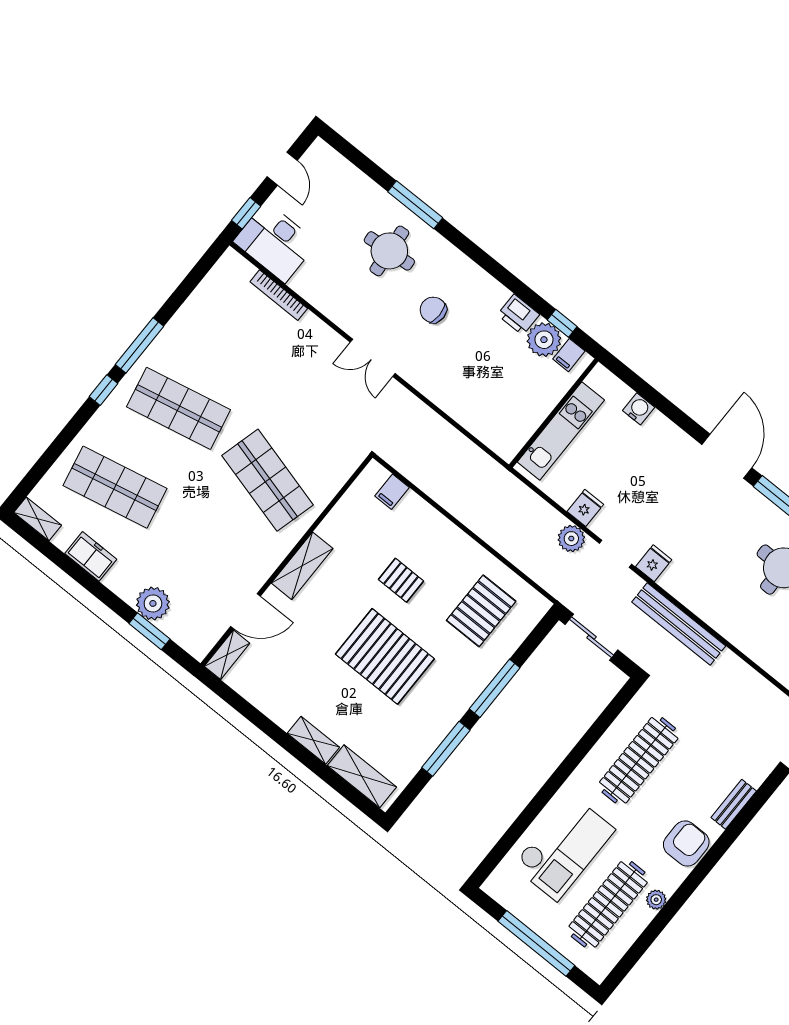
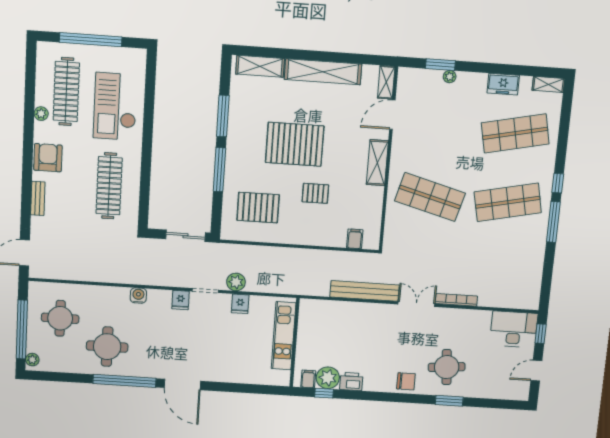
door: (282, 169) -> (536, 371), hinge flipped
window: (415, 205) -> (449, 401), width x0.69
bookcase: (279, 295) -> (456, 300), moved
chair: (433, 310) -> (406, 381), moved
water cooler: (639, 409) -> (138, 295), moved, turned 180
plant: (153, 603) -> (450, 77), width x0.53, depth x0.53
pallet: (481, 611) -> (258, 208), turned 90
bench: (679, 624) -> (365, 291), moved
shelving: (313, 740) -> (323, 72), width x2.20, depth x1.33
armchair: (686, 843) -> (48, 158), turned 180

